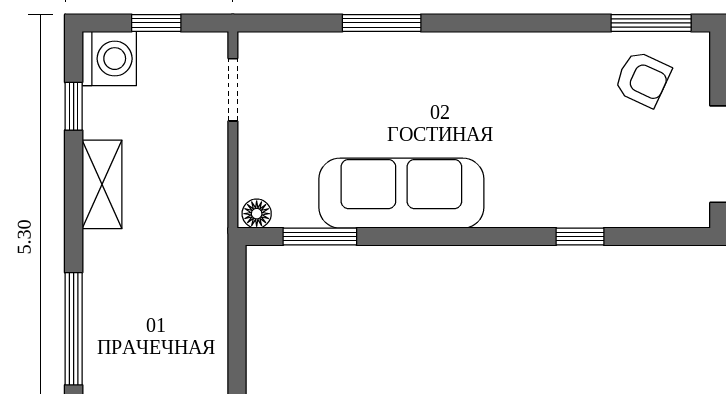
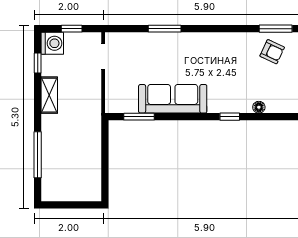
floor lamp: (257, 214) -> (259, 107), moved
window: (580, 237) -> (230, 117), moved

